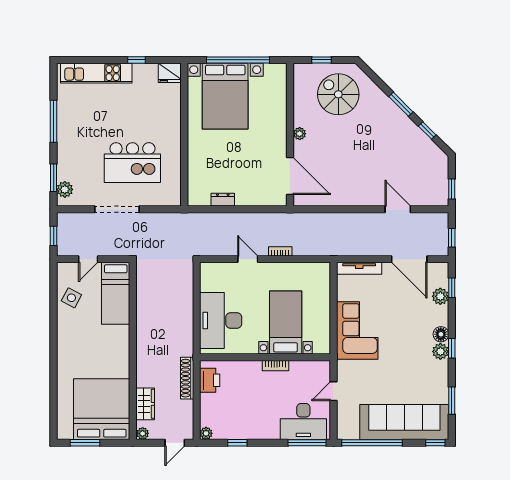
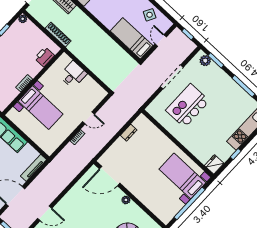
bed with nightstands: (225, 96) -> (182, 176), width x0.73
desk: (221, 320) -> (73, 75), width x0.53, depth x0.77
printer: (210, 380) -> (44, 57), moved, turned 90

